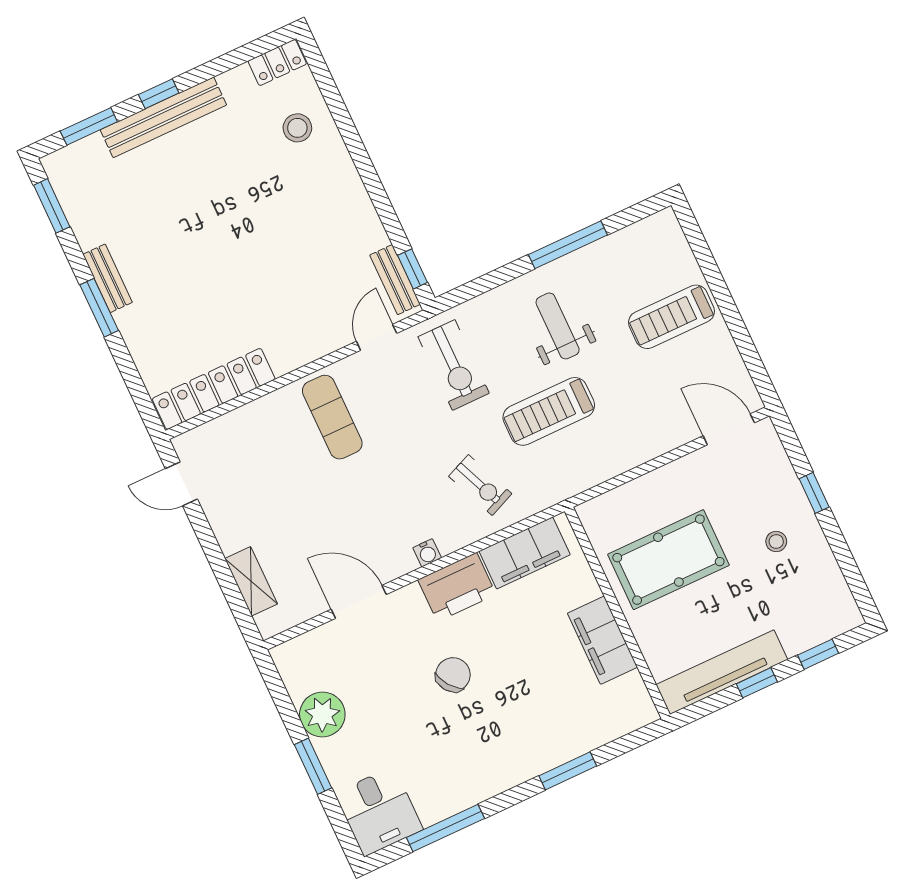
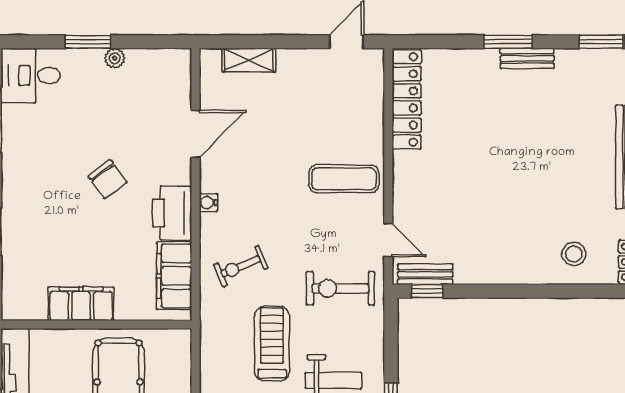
plant: (322, 715) -> (115, 58), width x0.53, depth x0.53

